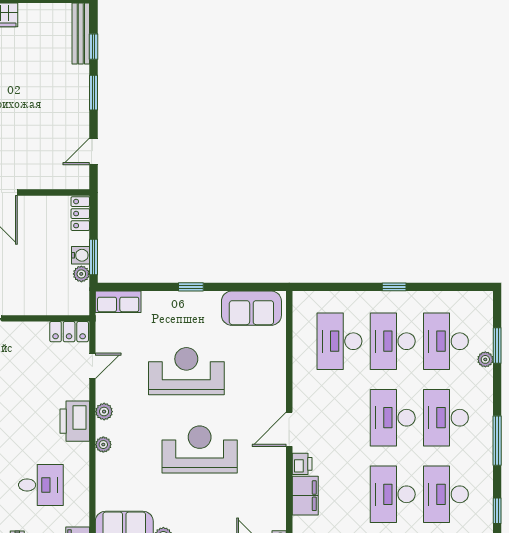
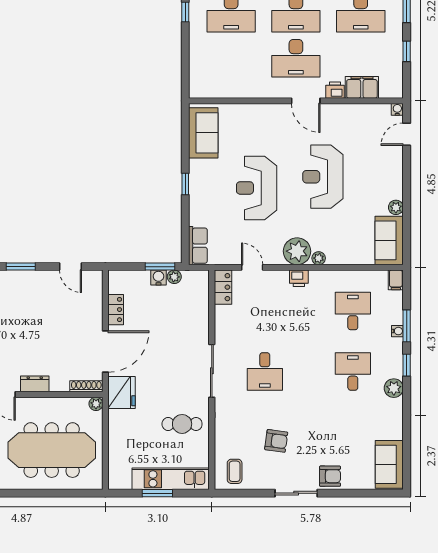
locker: (80, 214) -> (116, 310), moved, turned -90
desk: (340, 341) -> (296, 58), moved
plant: (104, 412) -> (297, 251), width x1.88, depth x1.88
printer: (75, 421) -> (299, 278), width x0.53, depth x0.68

